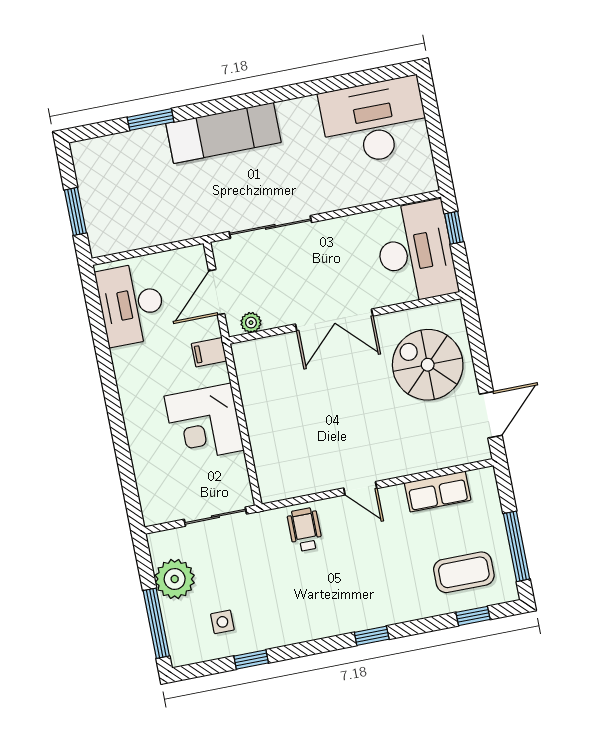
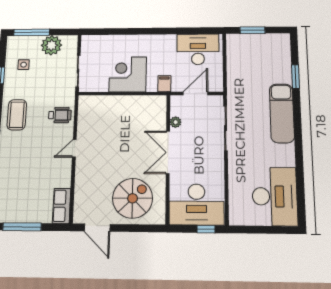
door: (217, 292) -> (196, 93), hinge flipped
plant: (251, 323) -> (176, 122), moved
row of seats: (438, 491) -> (62, 206), moved
coffee table: (464, 572) -> (17, 115), moved

